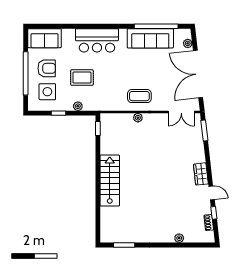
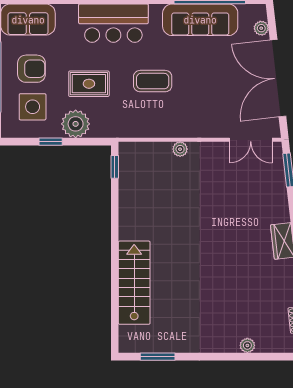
coffee table: (139, 96) -> (153, 81), moved
plant: (78, 106) -> (76, 124), width x1.88, depth x1.88
stairs: (110, 181) -> (134, 283), moved

